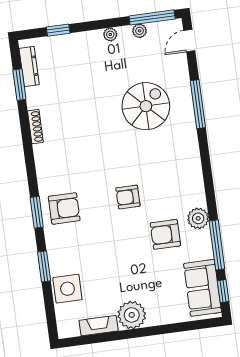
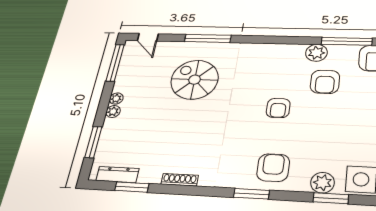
window: (58, 30) -> (93, 142), width x1.50
plant: (140, 31) -> (113, 111), moved
window: (37, 212) -> (252, 194), moved
plant: (58, 256) -> (322, 183), added

